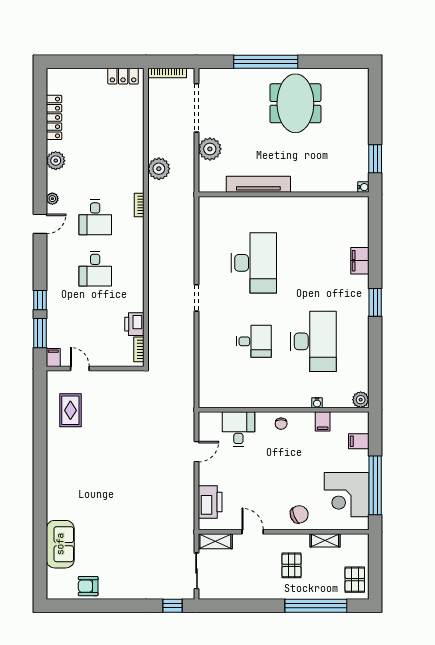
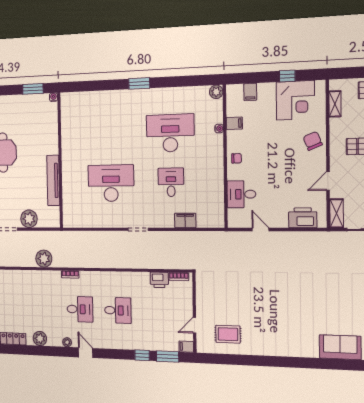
filing cabinet: (360, 261) -> (185, 220), moved, turned 180
window: (375, 485) -> (287, 76), width x0.32
shelving: (325, 540) -> (335, 104), moved

